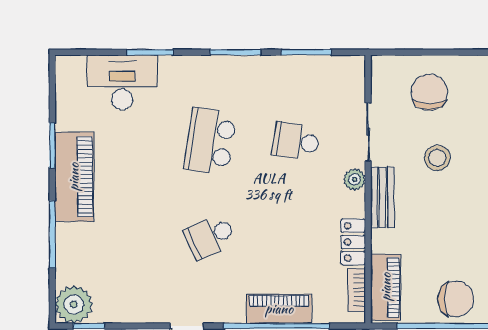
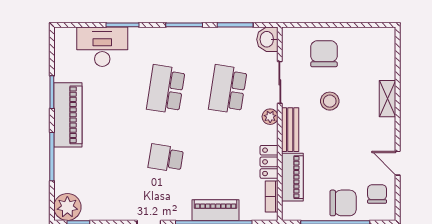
washbasin: (351, 72) -> (267, 39), added
school desk: (296, 141) -> (228, 89), width x1.85
school desk: (210, 237) -> (166, 158), turned 33
piano: (386, 287) -> (292, 177), moved

